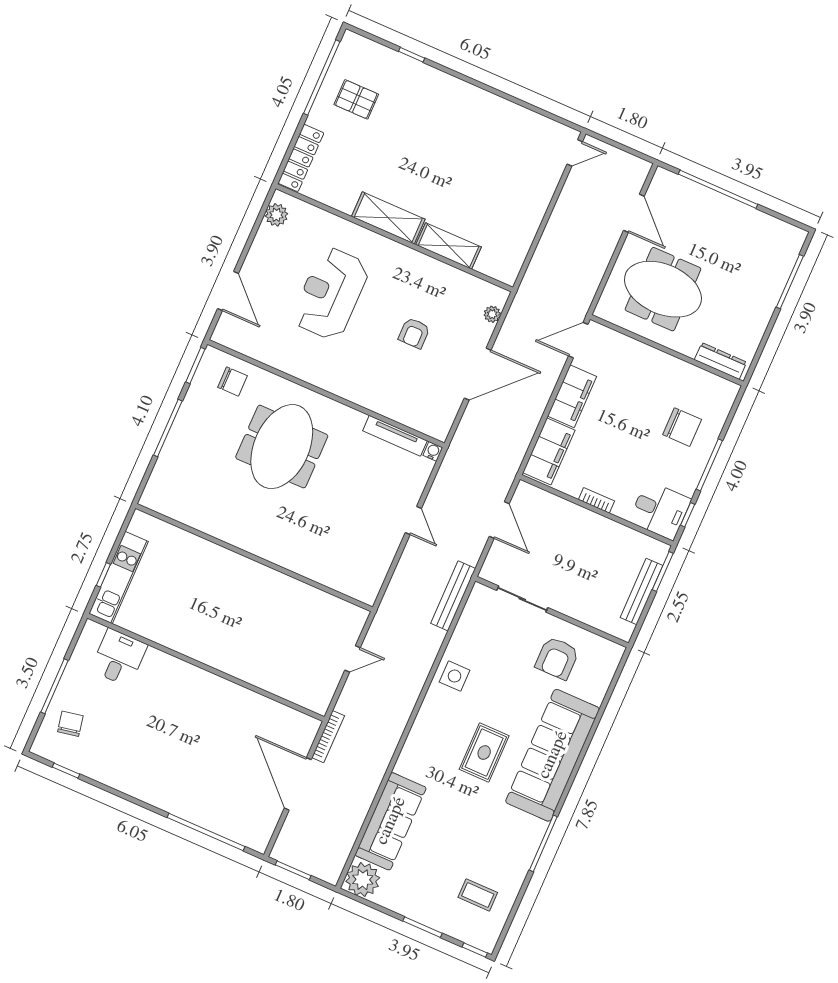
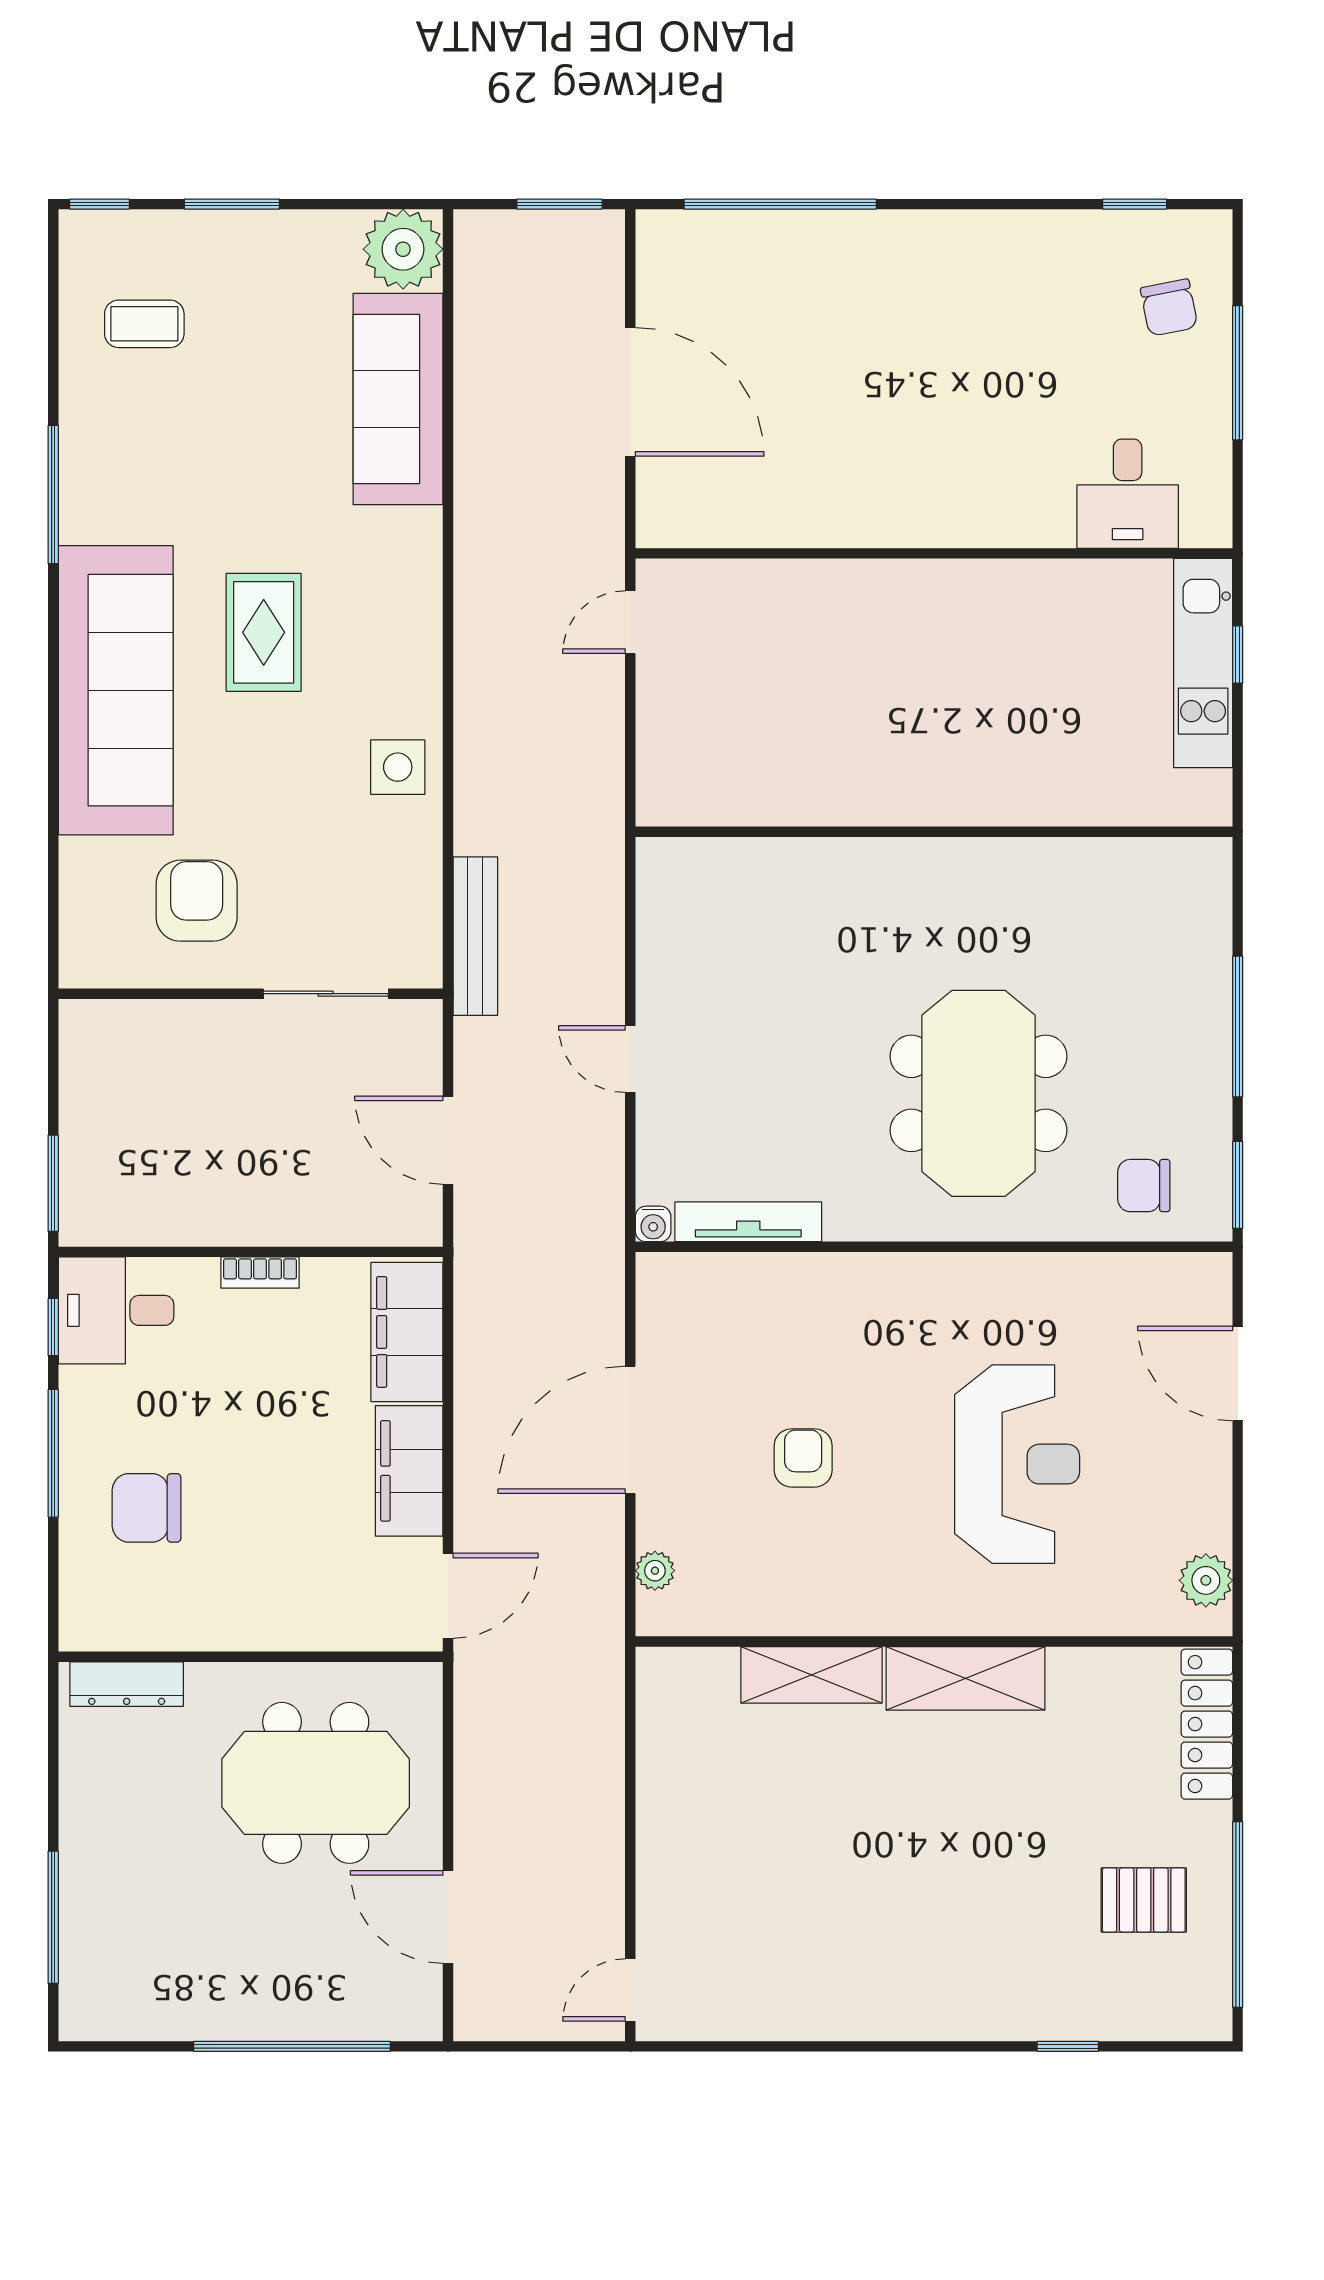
bench: (642, 592) -> (79, 1121), removed
door: (353, 659) -> (630, 622), moved
bookcase: (328, 737) -> (610, 521), removed

